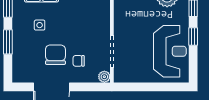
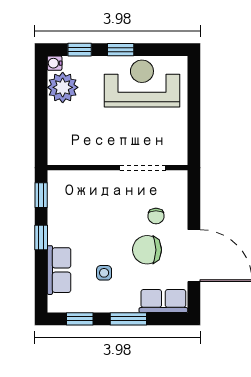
row of seats: (20, 66) -> (163, 301), added
plant: (104, 77) -> (179, 179), removed

